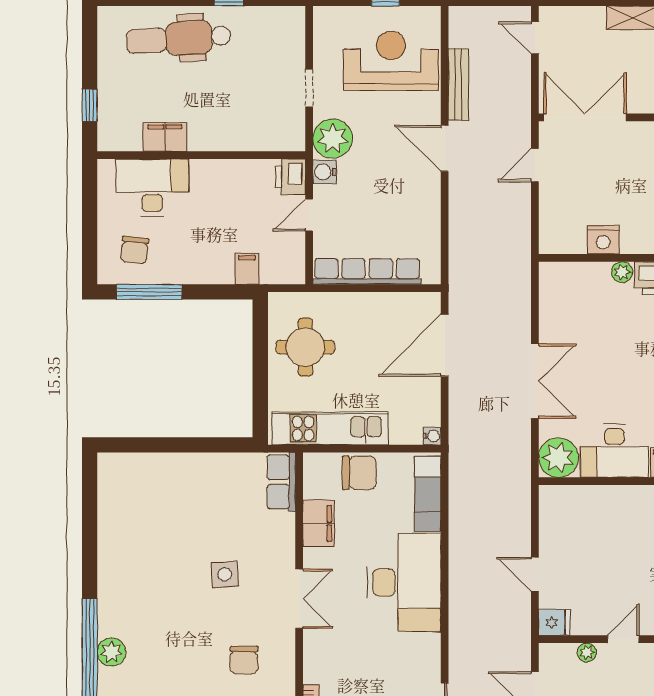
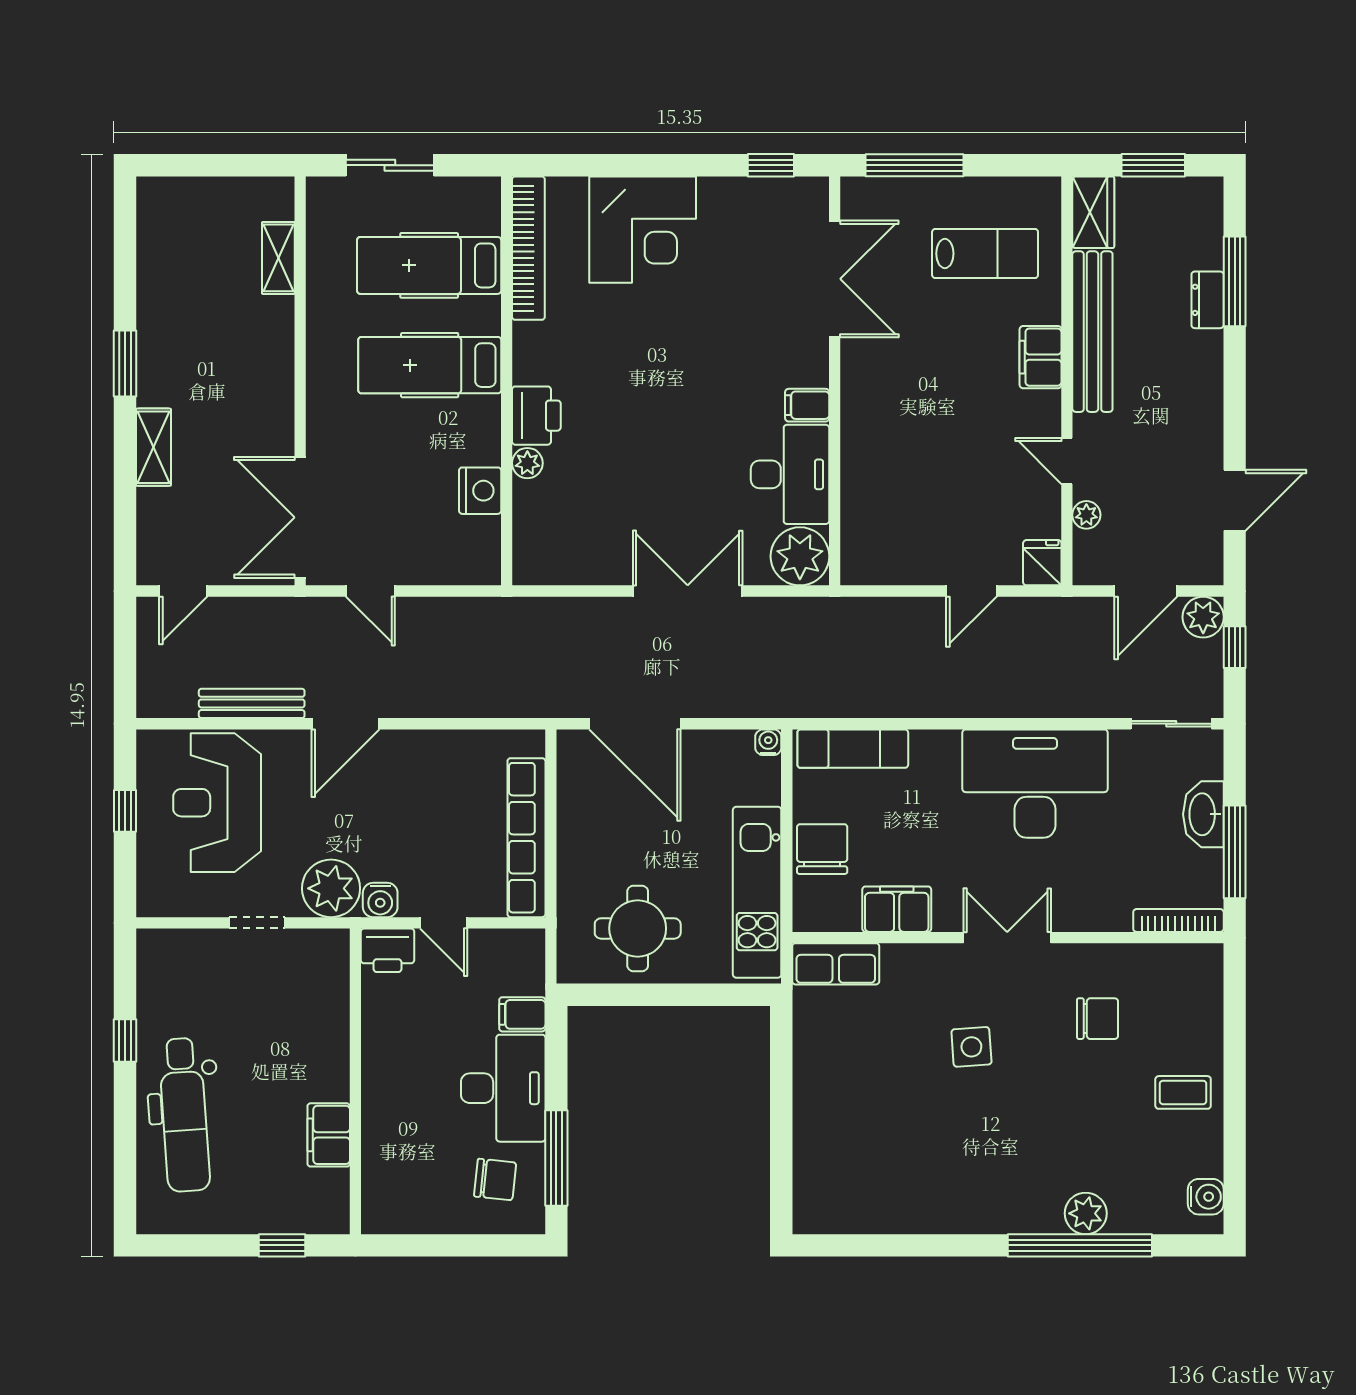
desk: (152, 188) -> (503, 1088), moved, turned 180
desk: (404, 582) -> (1035, 784), moved

